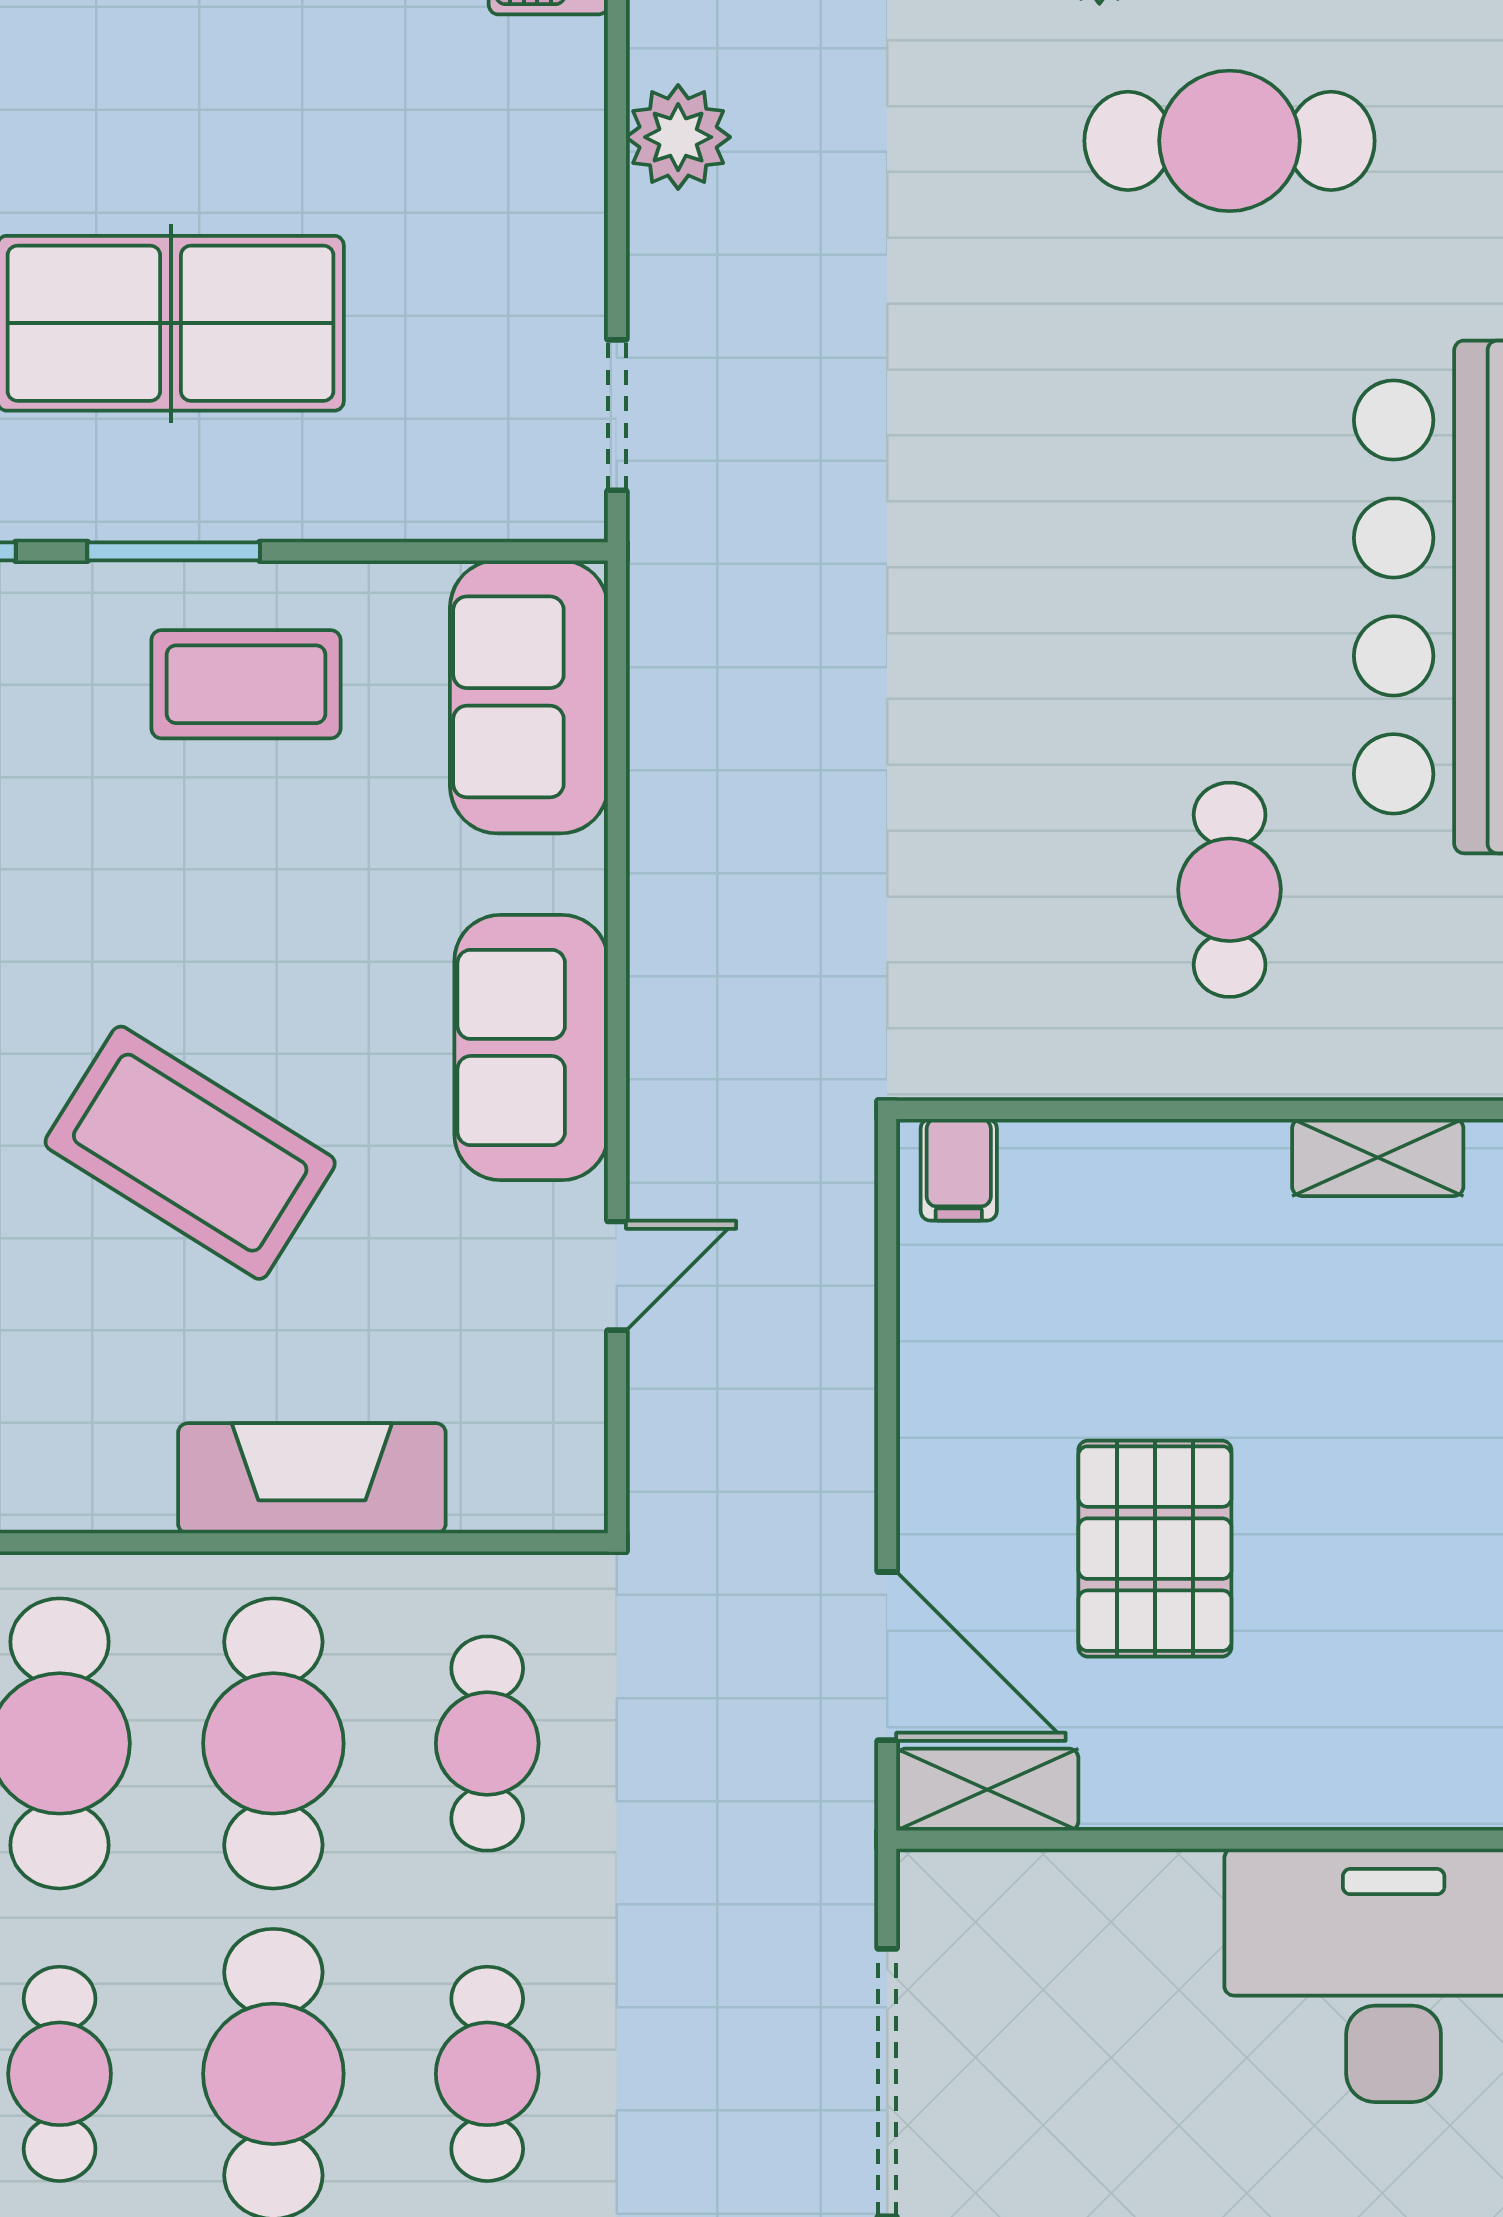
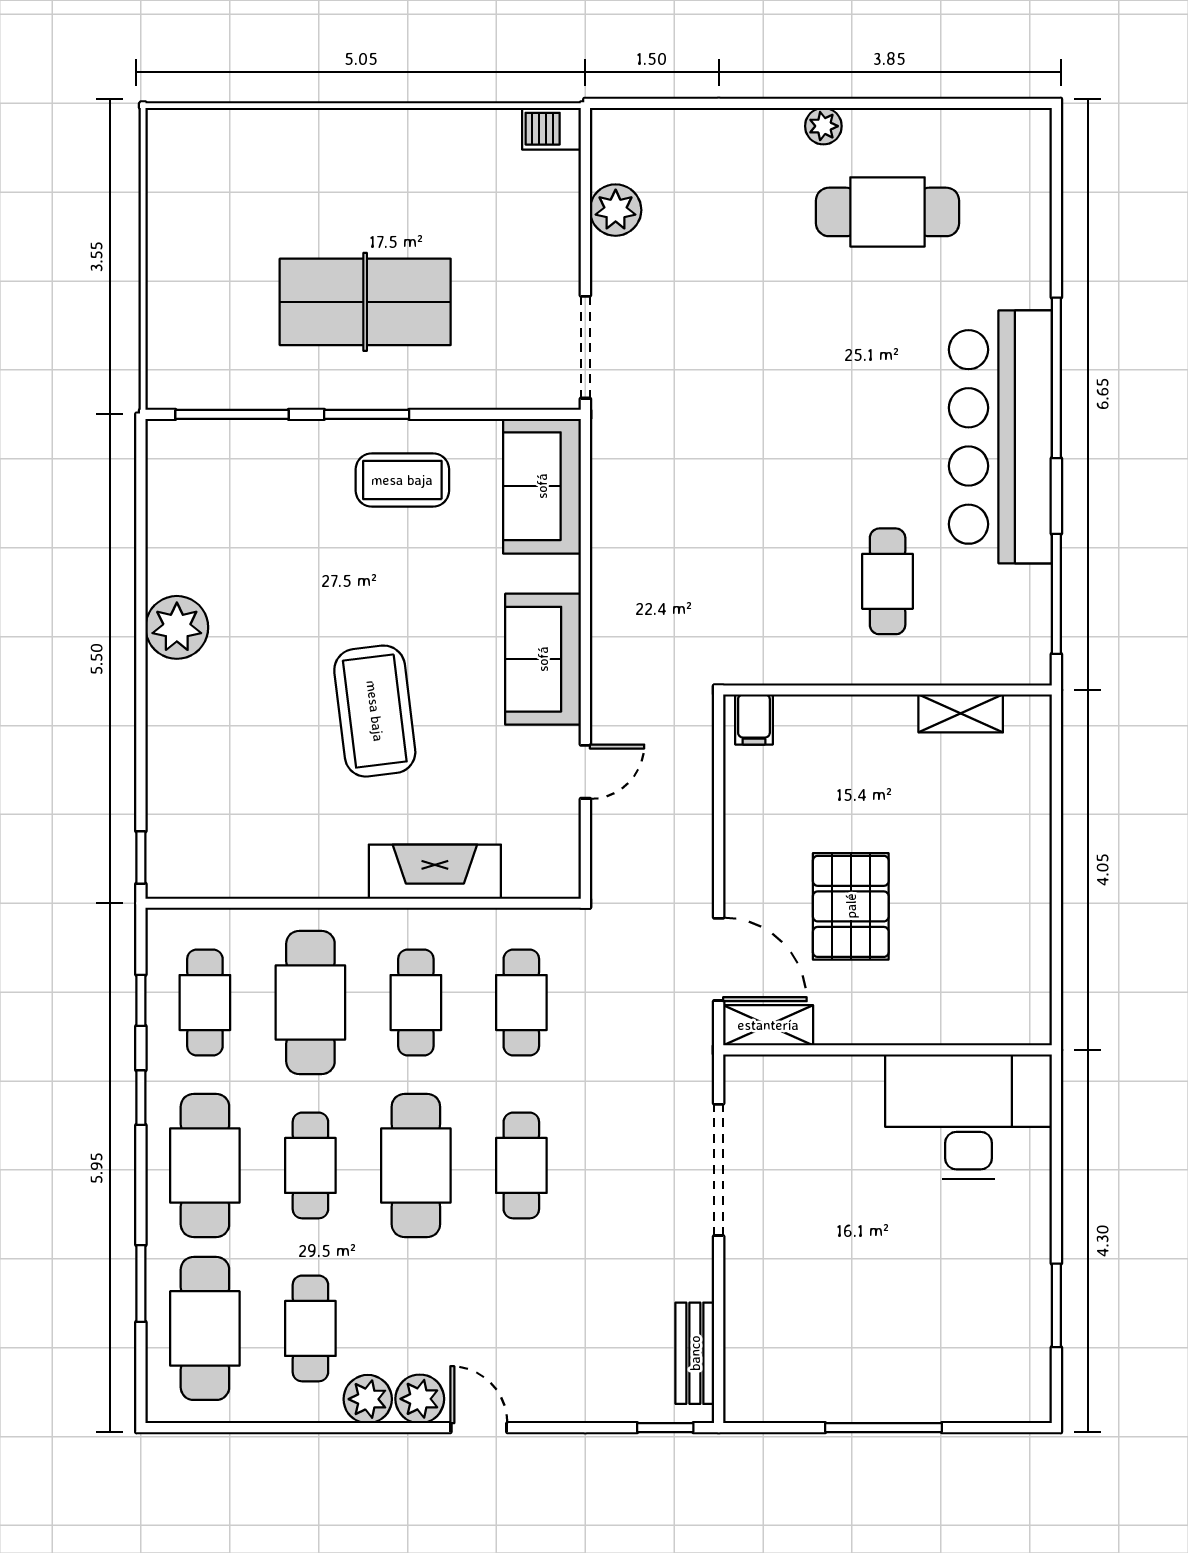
doorway: (617, 415) -> (585, 347), width x1.38
coffee table: (190, 1153) -> (375, 711), turned 51
cafe table: (273, 1743) -> (416, 1003), width x0.73, depth x0.74

